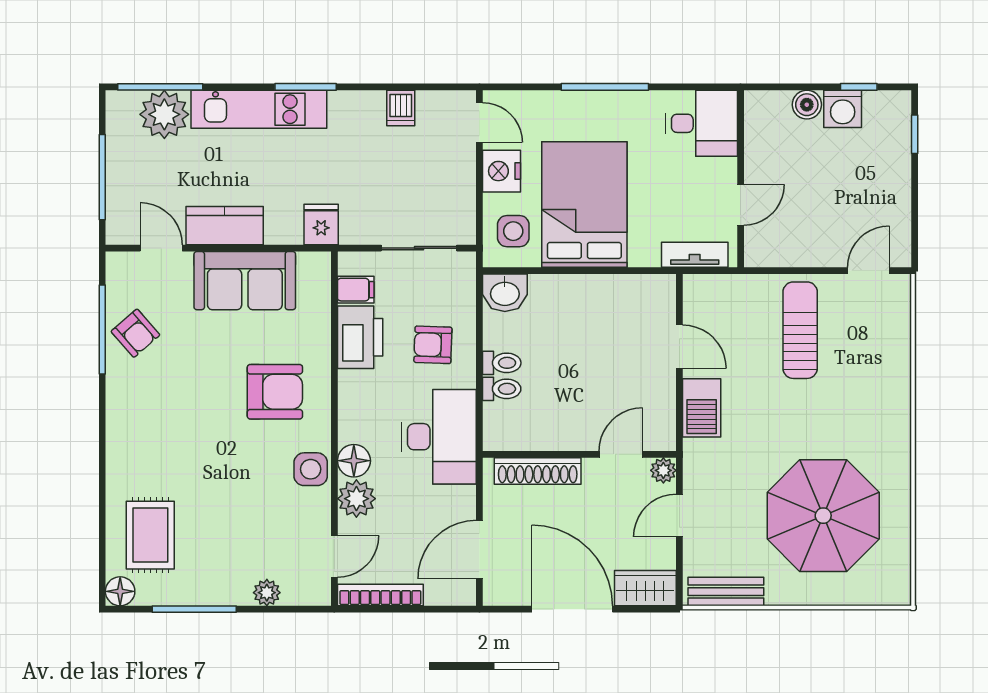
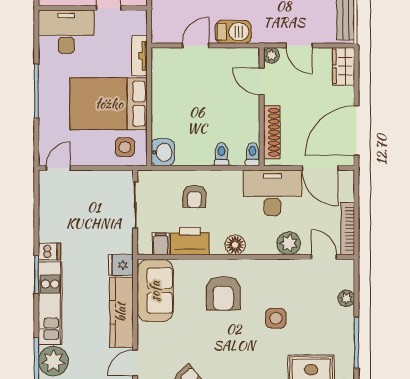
dishwasher: (401, 108) -> (49, 252), moved
desk: (702, 123) -> (66, 32), width x1.37
nightstand: (501, 171) -> (88, 154), removed
kitchen counter: (225, 226) -> (121, 312), width x1.50
tv unit: (695, 255) -> (139, 56), moved
sofa: (245, 281) -> (155, 291), moved
toilet: (502, 363) -> (252, 154), moved
armchair: (275, 392) -> (223, 293), turned 180
desk: (439, 437) -> (272, 193), moved
floor lamp: (354, 461) -> (235, 245), moved
side table: (311, 469) -> (276, 318), moved
door: (572, 609) -> (356, 131), moved

